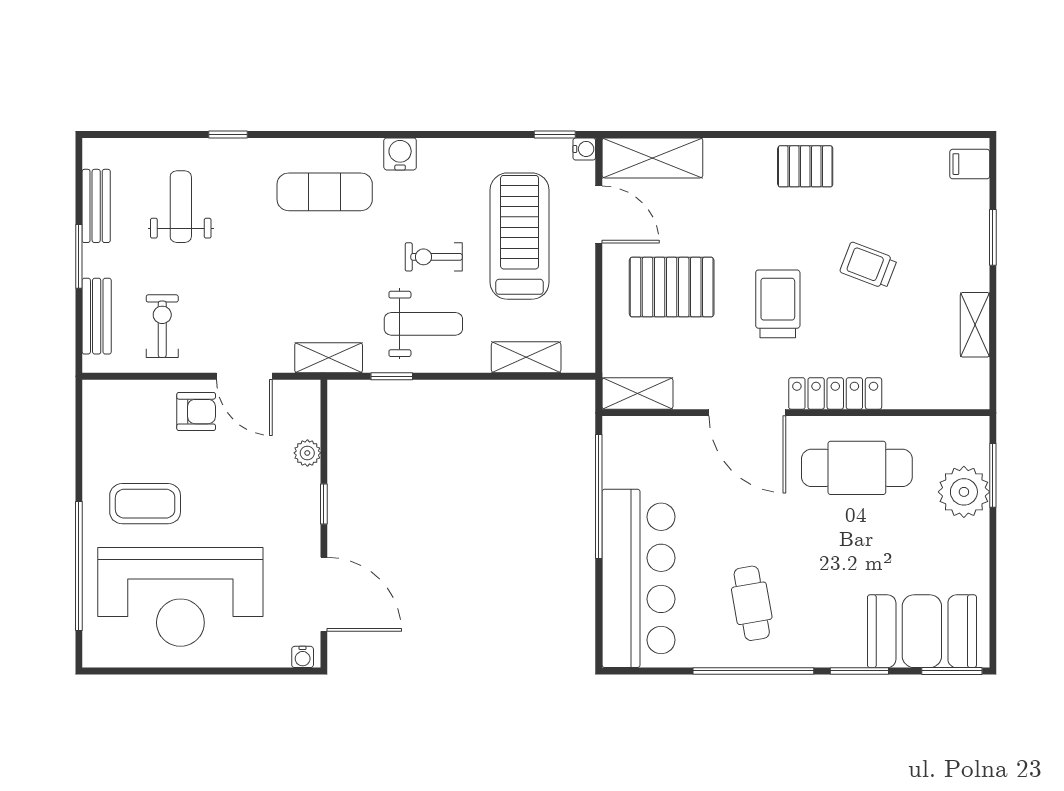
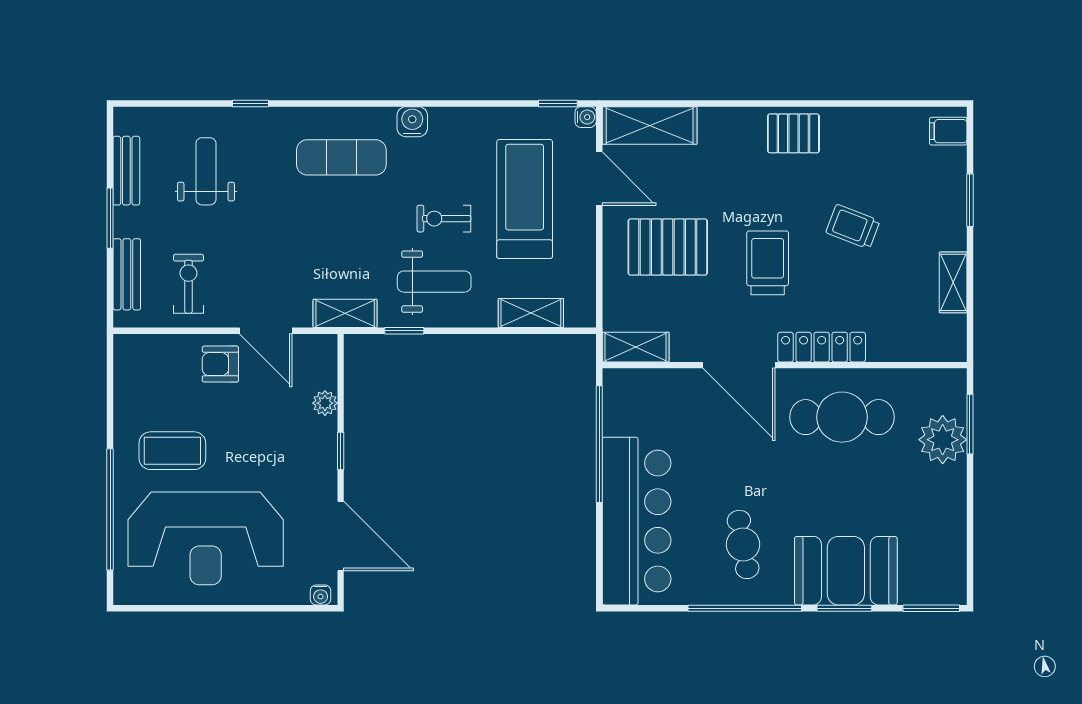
armchair: (196, 412) -> (220, 364), turned 180
booth: (922, 631) -> (846, 571), moved

